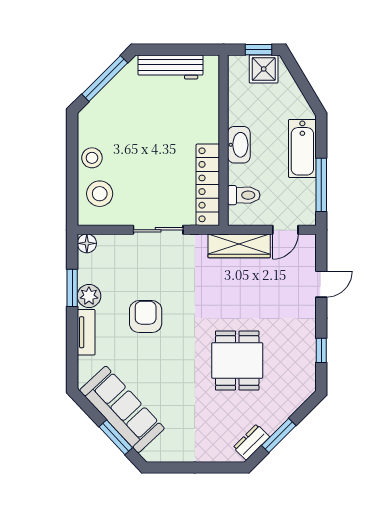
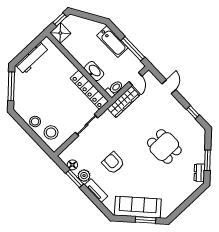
shower: (264, 69) -> (60, 33), moved
washbasin: (239, 145) -> (94, 71), moved
toilet: (244, 195) -> (114, 89), moved
floor lamp: (87, 243) -> (72, 165), moved

